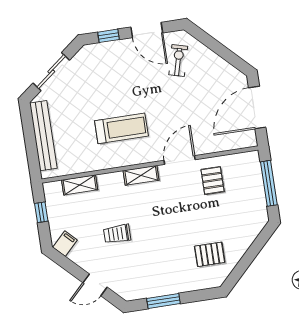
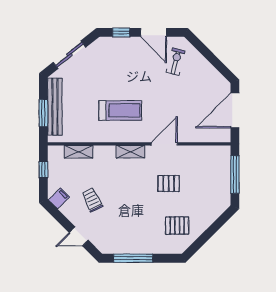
window: (31, 145) -> (43, 113), added
pallet: (213, 181) -> (169, 184), moved, turned 90
trolley: (117, 234) -> (92, 200), moved, turned 64
window: (163, 301) -> (133, 258), width x1.44

